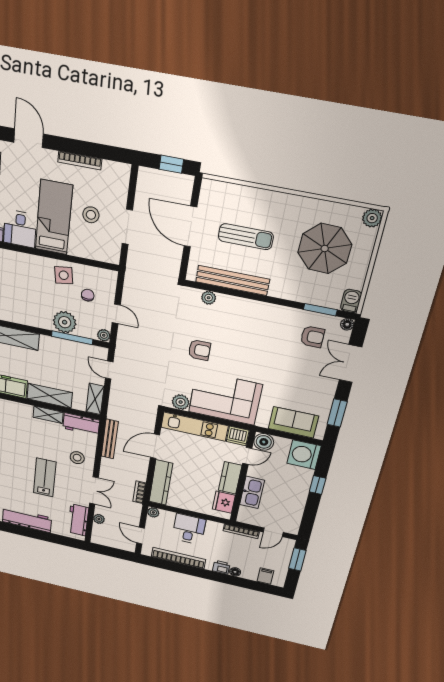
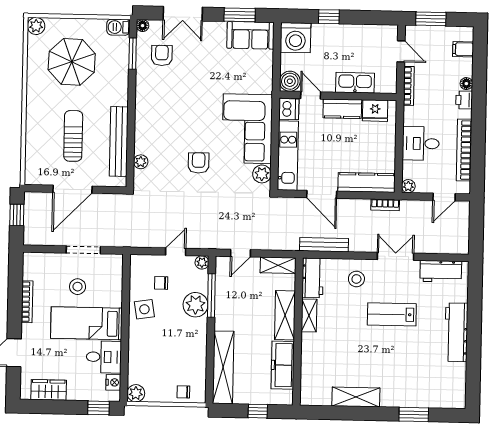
sofa: (293, 422) -> (251, 35), moved, turned -90
plant: (99, 519) -> (433, 247), removed

